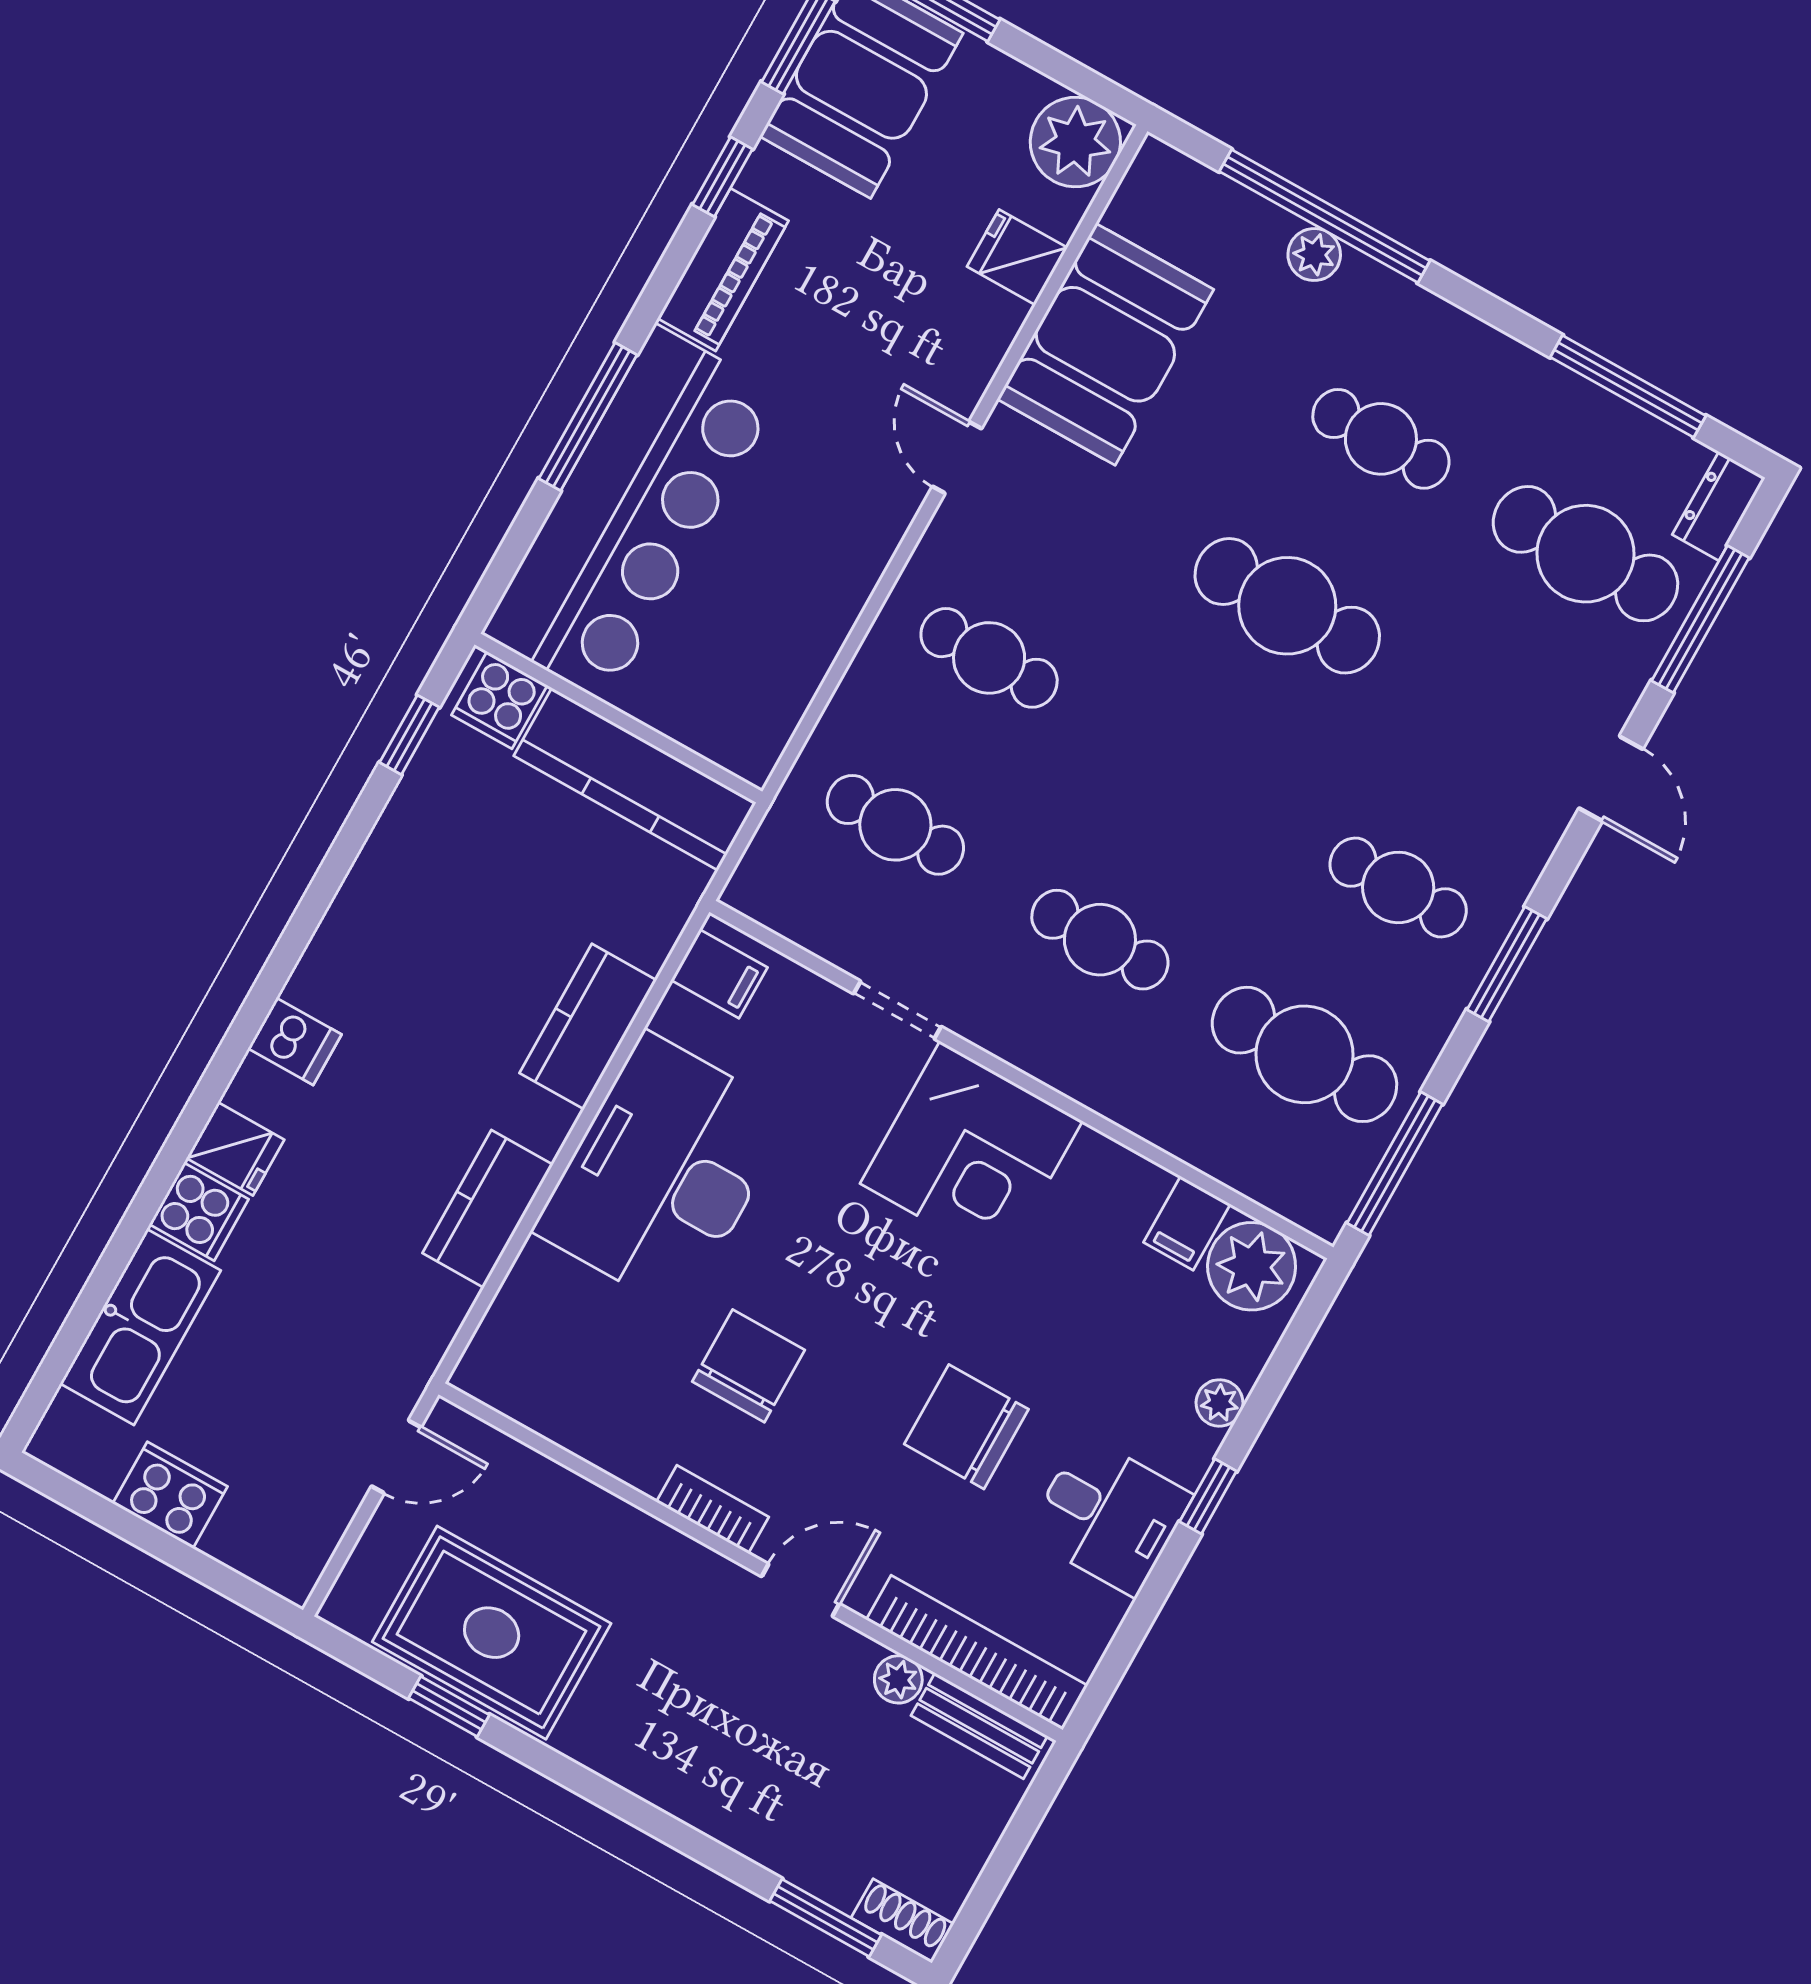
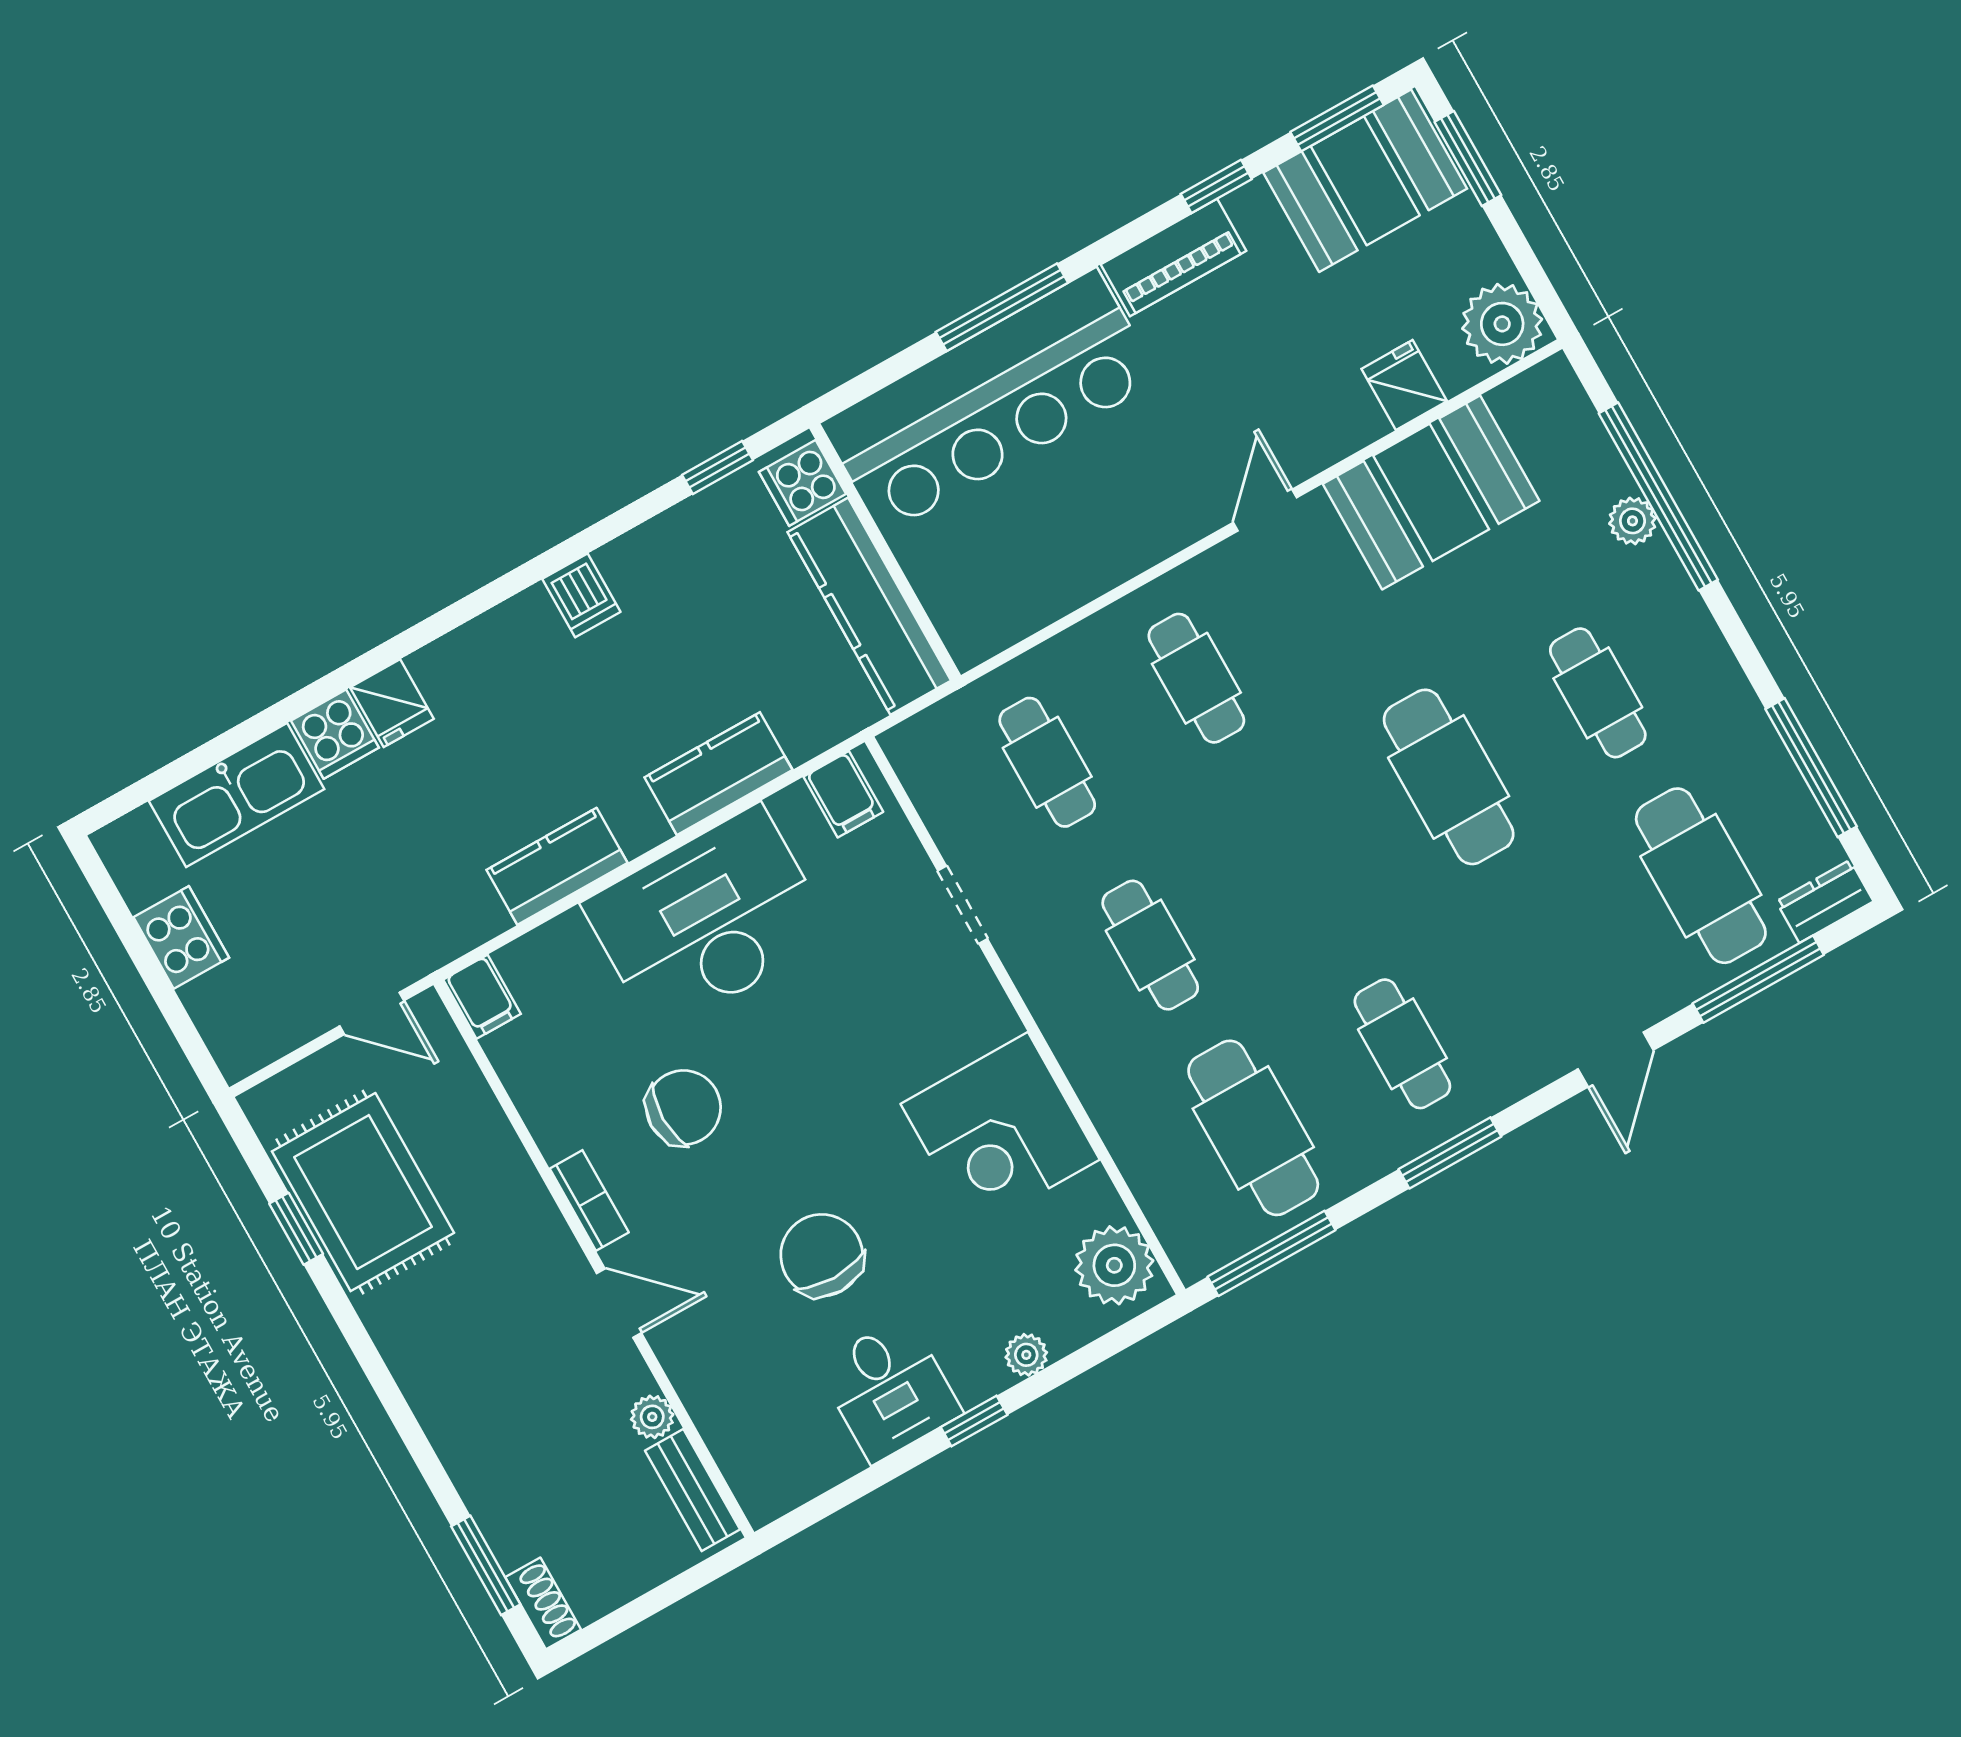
dishwasher: (295, 1041) -> (581, 595), moved
corner desk: (971, 1152) -> (1000, 1132), moved
filing cabinet: (1187, 1223) -> (482, 997), moved, turned -90
bookcase: (977, 1653) -> (725, 1433), removed

